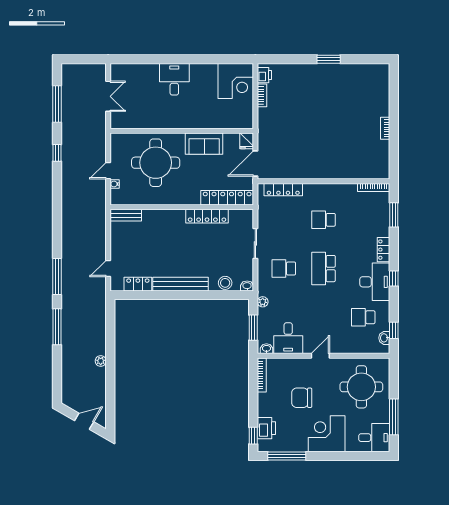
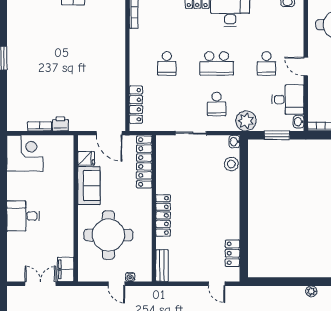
printer: (264, 75) -> (60, 124), moved
filing cabinet: (122, 121) -> (66, 269), added
fridge: (247, 141) -> (86, 158), moved
locker: (207, 216) -> (163, 215), moved
bench: (180, 284) -> (233, 210), removed
plant: (263, 302) -> (246, 121), width x1.87, depth x1.87
school desk: (363, 317) -> (266, 63), moved

